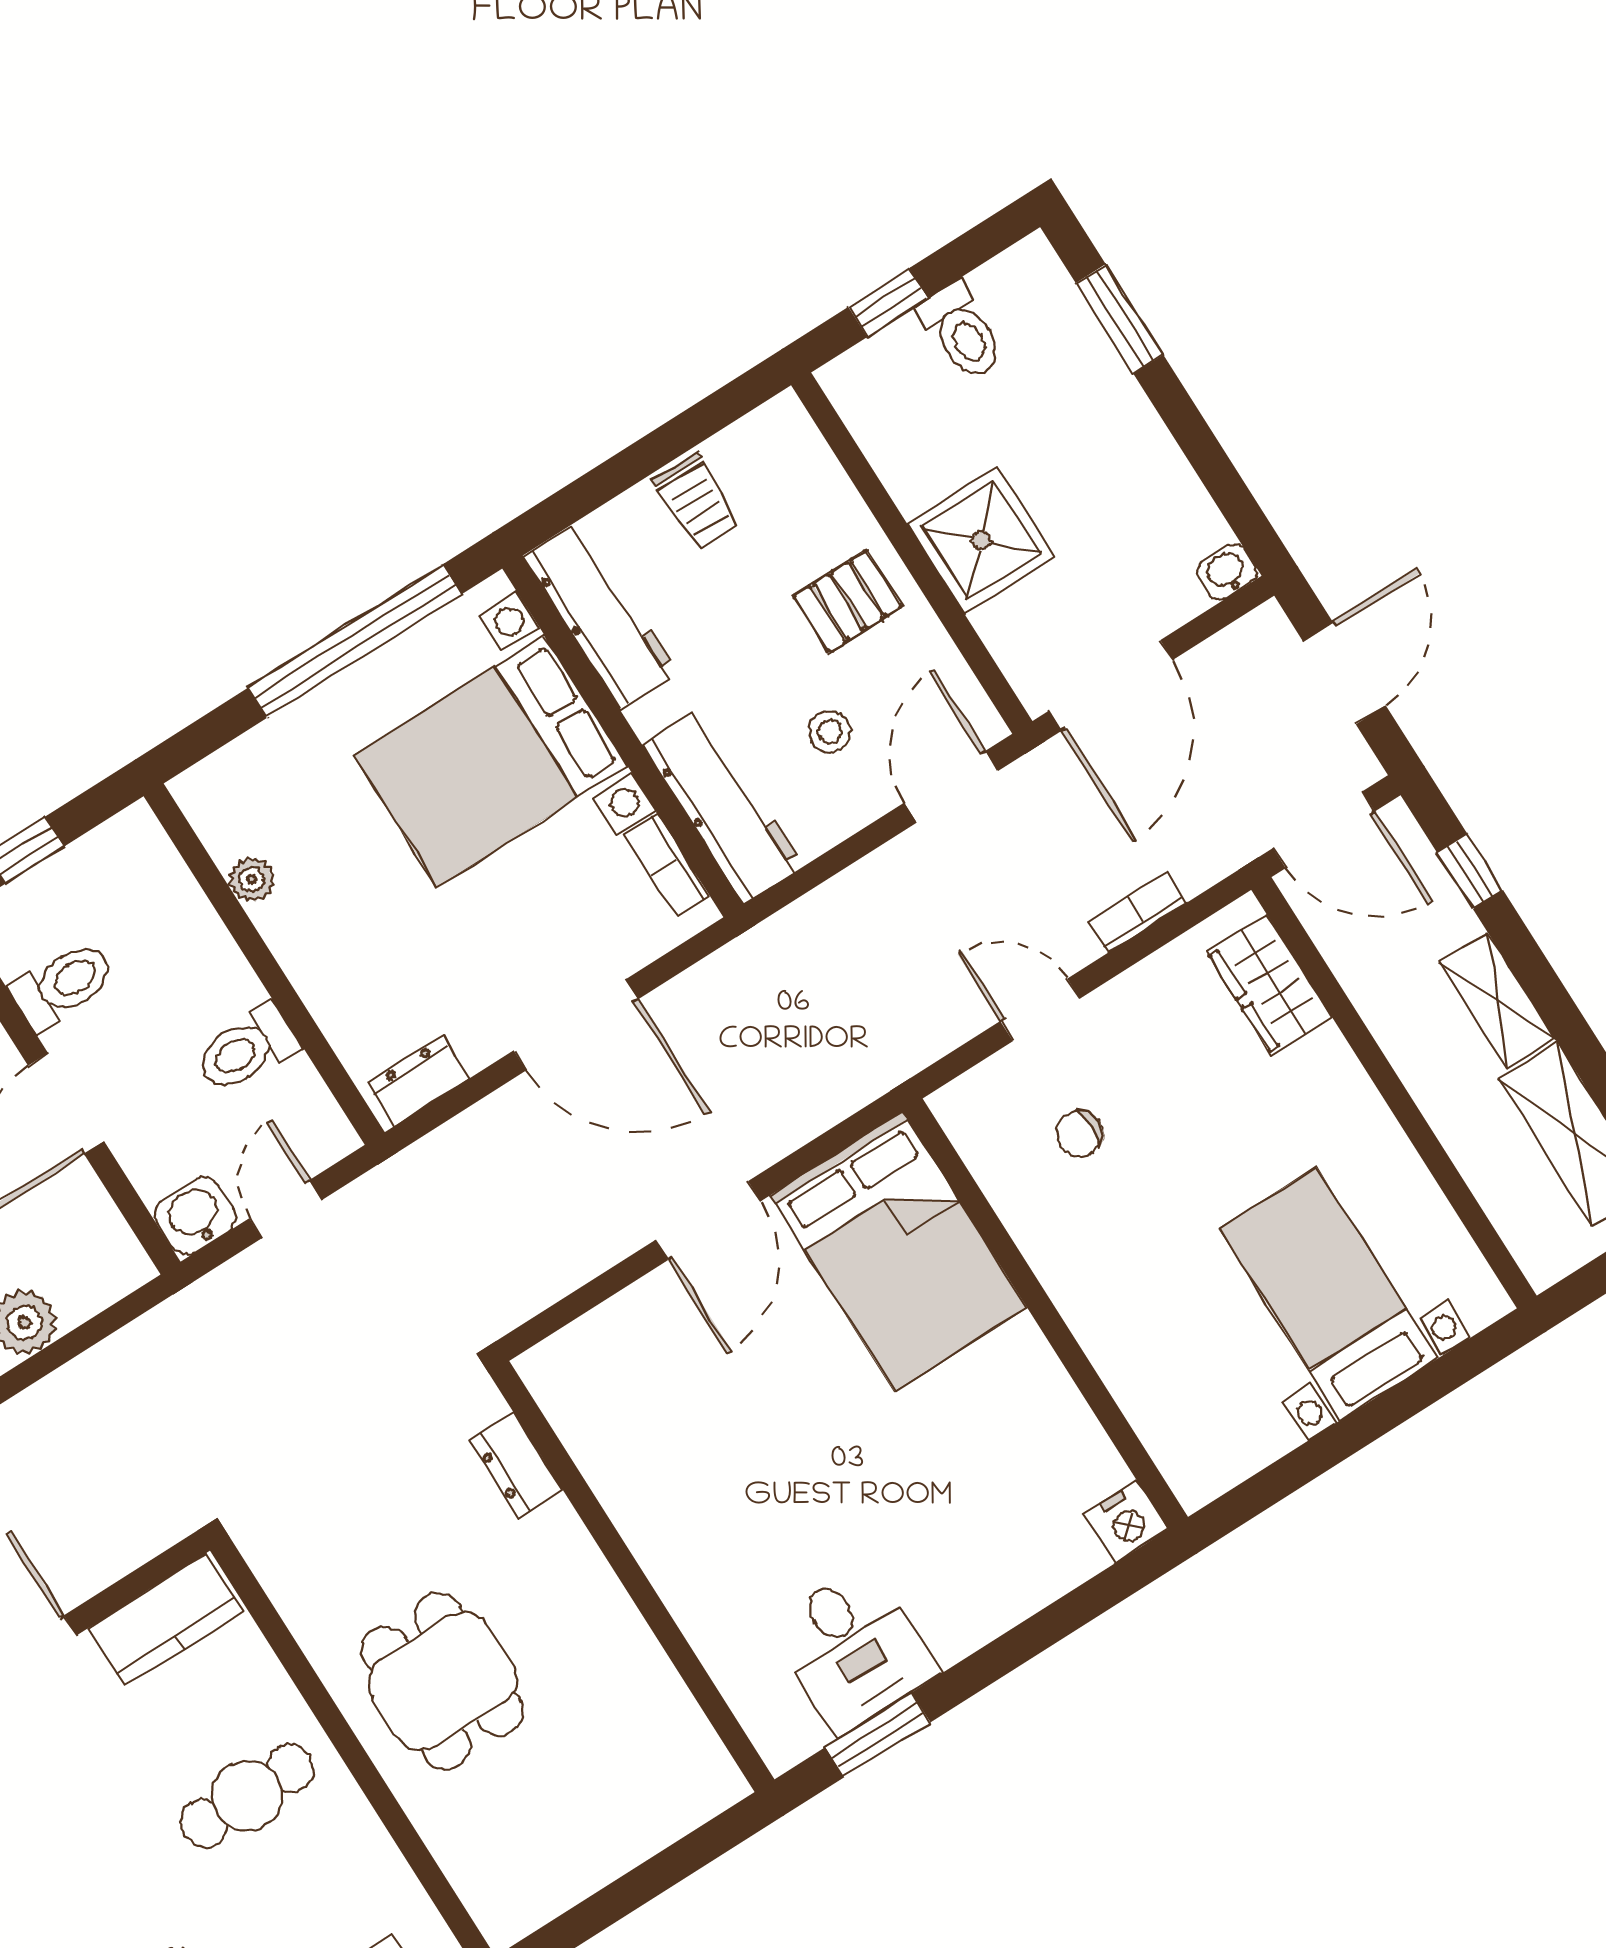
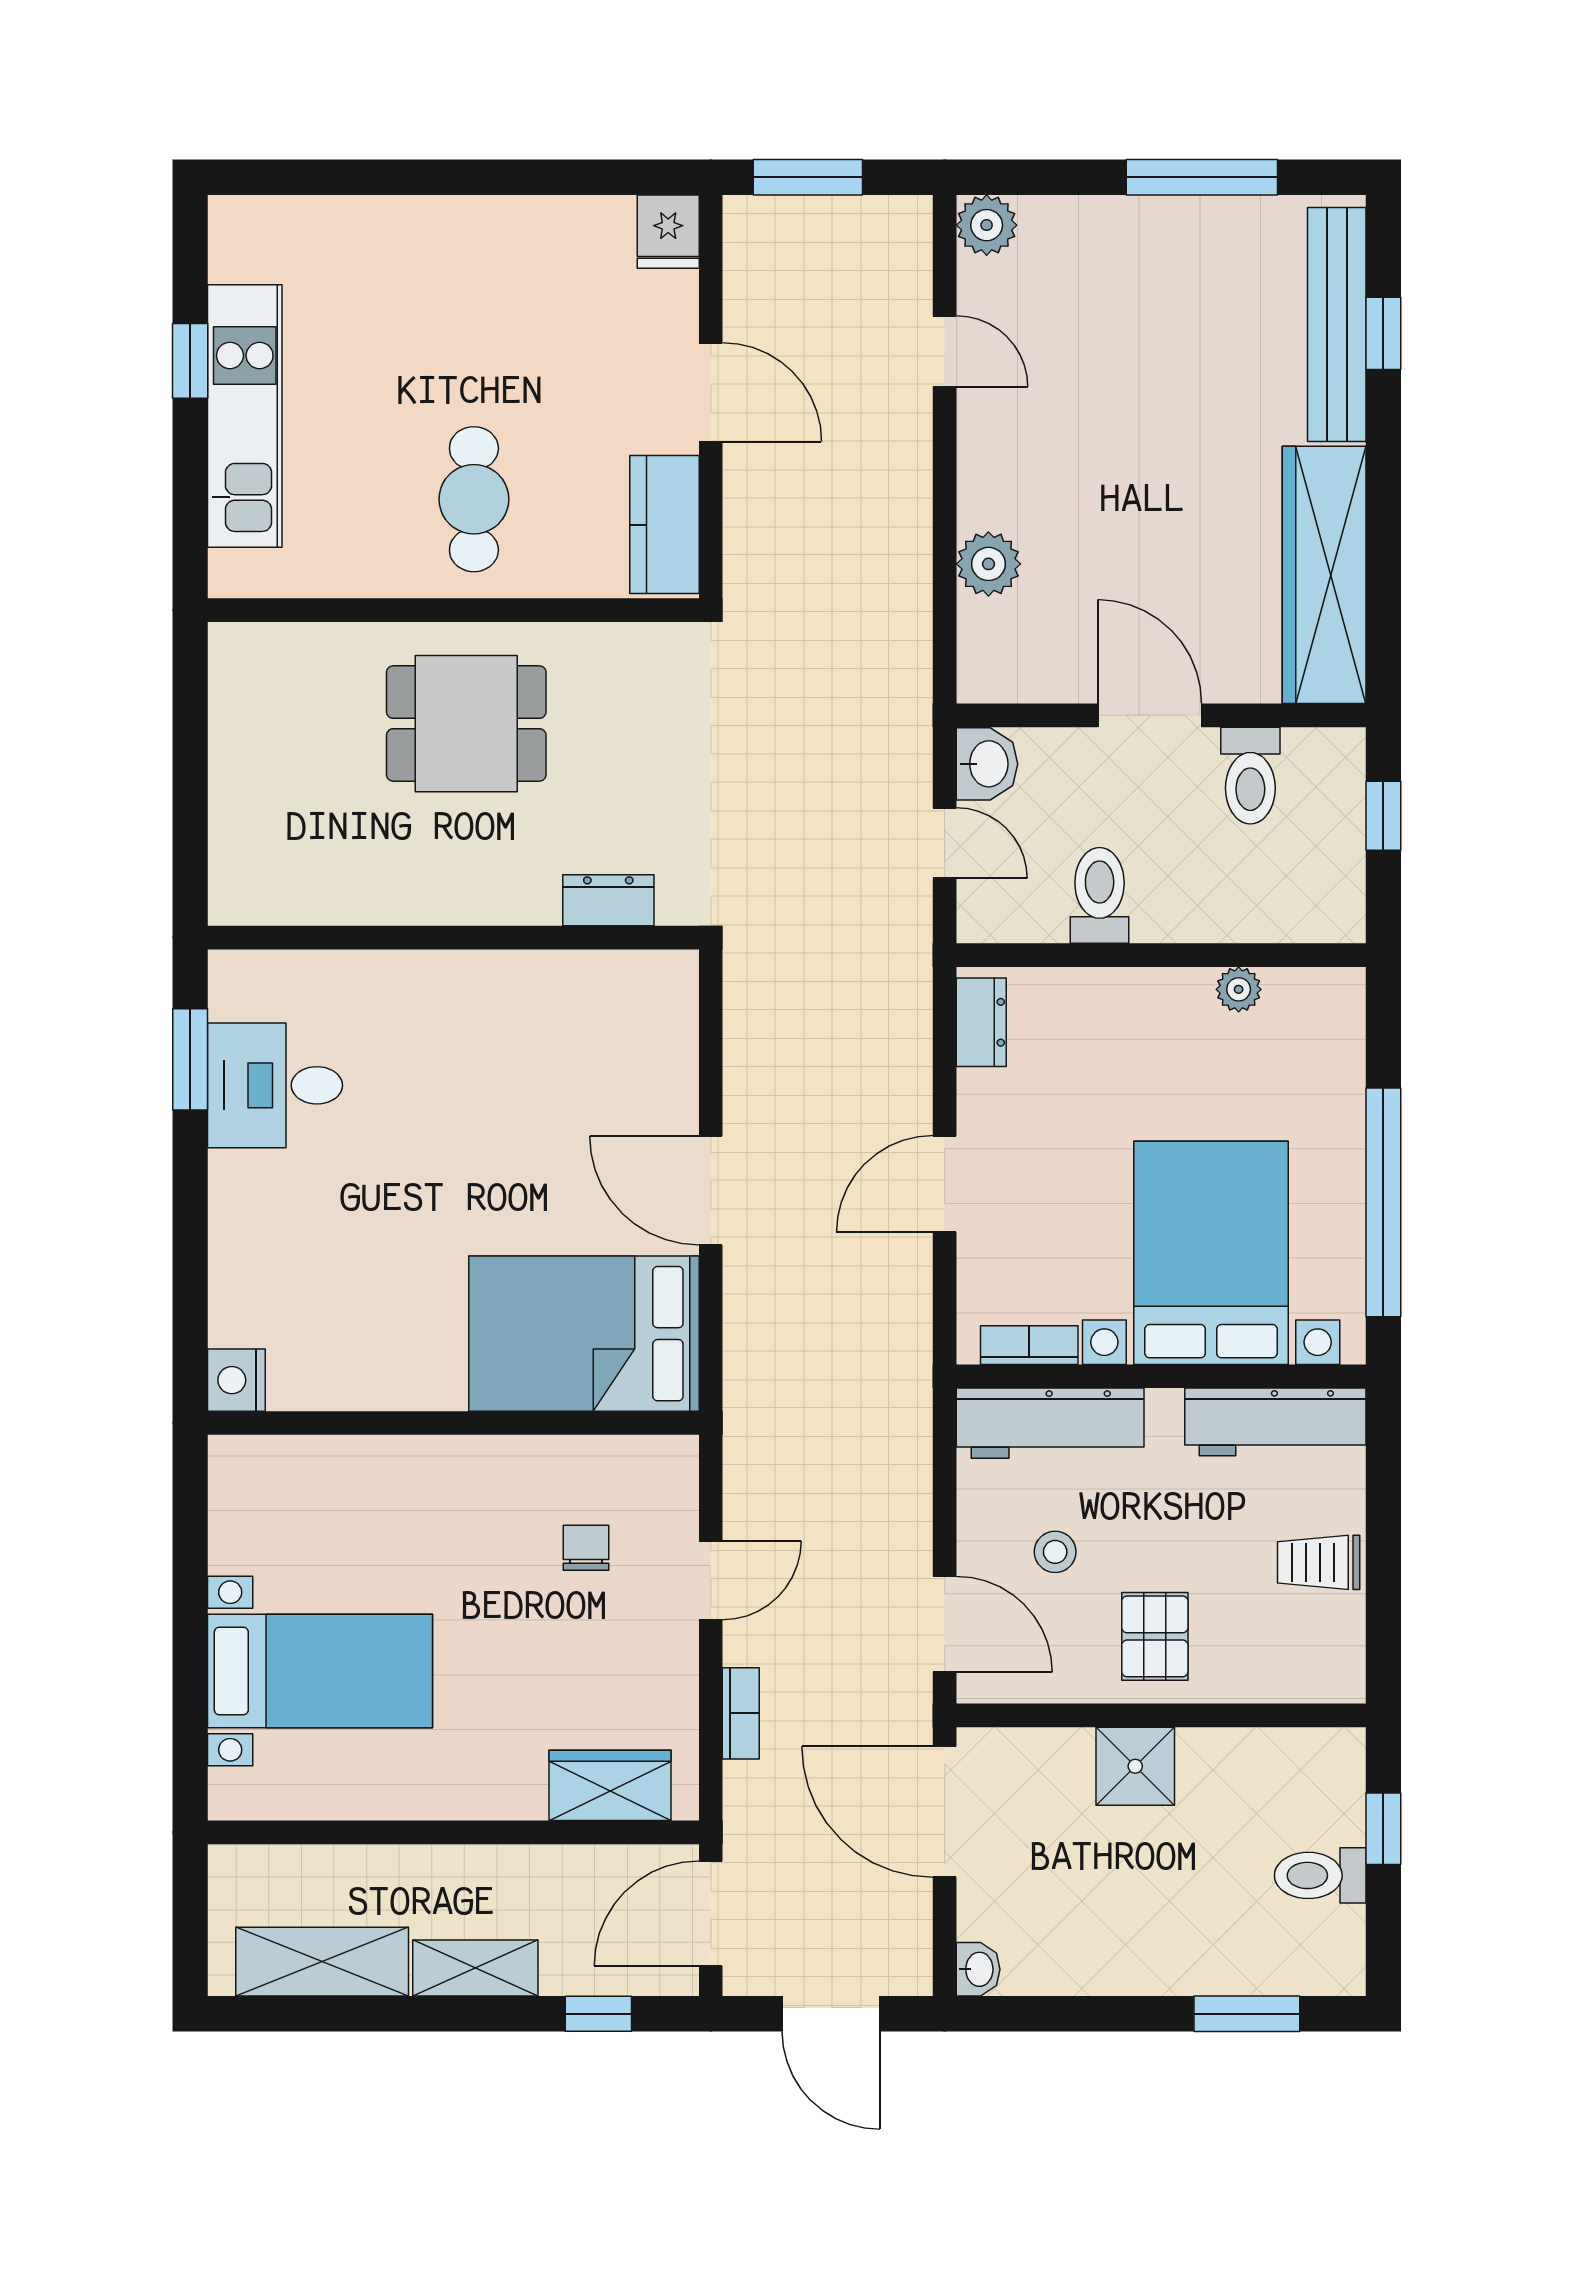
shower: (981, 540) -> (1135, 1766), width x0.73, depth x0.73
door: (576, 1025) -> (945, 1184), width x0.73

